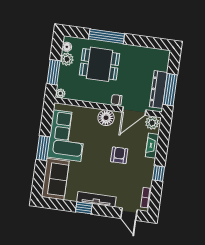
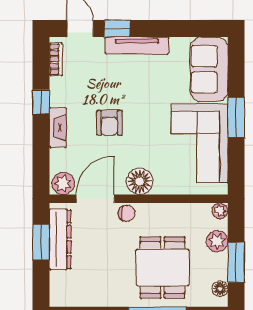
plant: (67, 59) -> (217, 241), moved
dining table: (99, 64) -> (163, 267), turned 90
window: (53, 72) -> (236, 262), moved
window: (170, 90) -> (41, 242), width x0.69
fireplace: (152, 146) -> (58, 128), moved
window: (84, 208) -> (117, 29), moved

